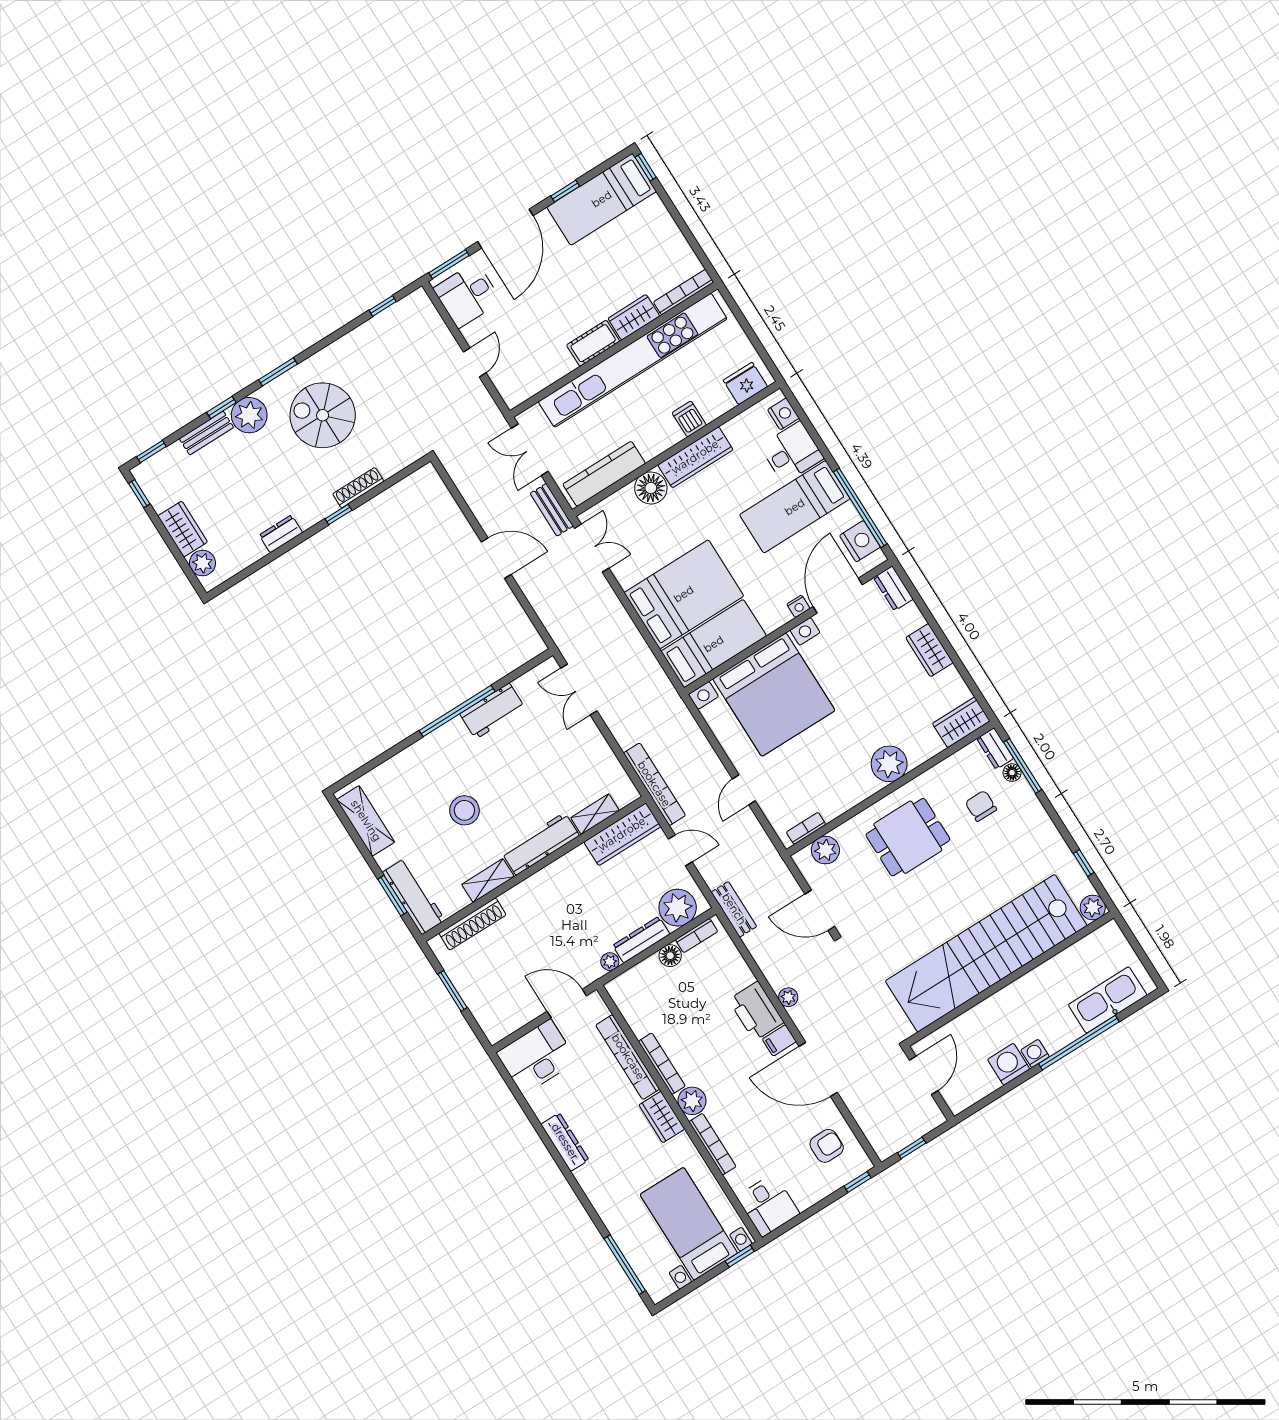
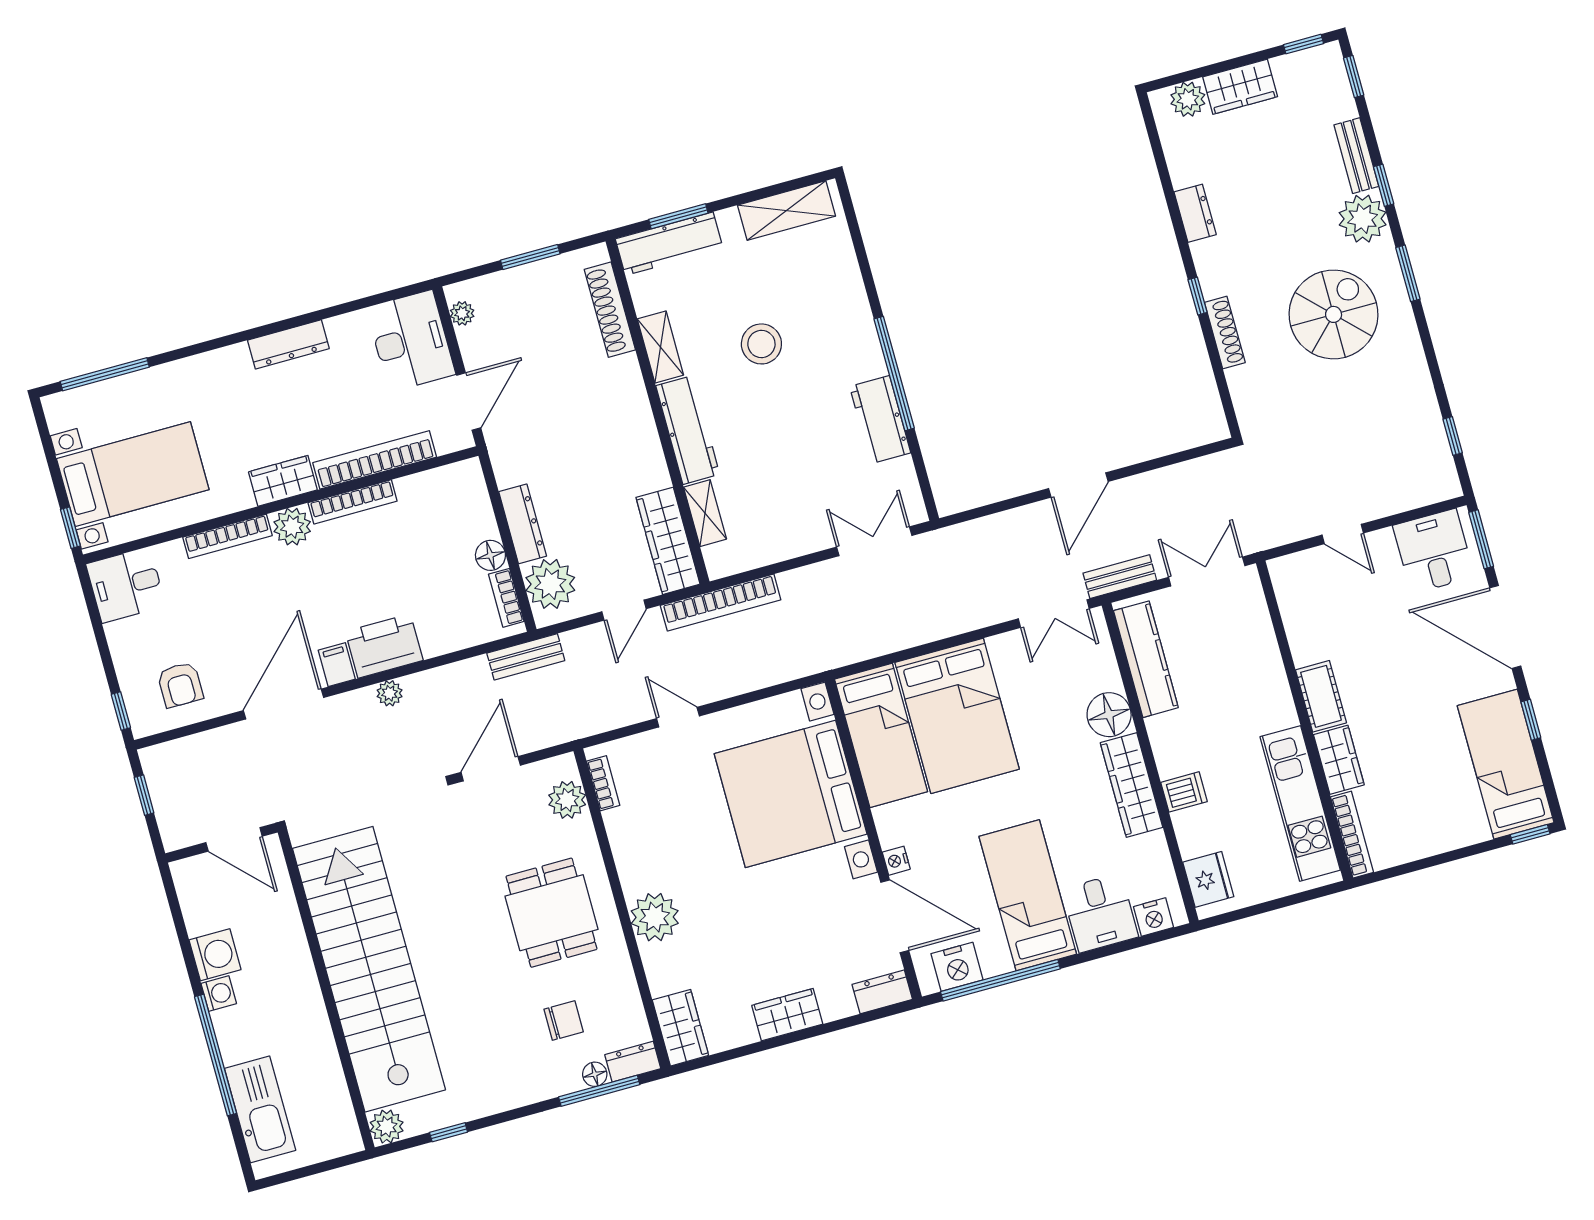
kitchen unit: (633, 360) -> (1300, 803), width x0.54
plant: (610, 962) -> (462, 313), moved

